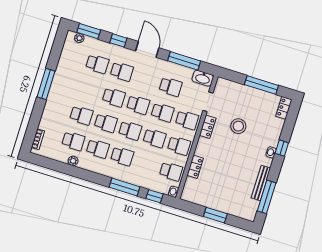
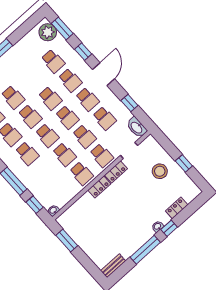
plant: (79, 38) -> (48, 32), width x1.87, depth x1.87
window: (184, 61) -> (129, 103), width x0.46
window: (261, 85) -> (184, 163), width x0.46
locker: (284, 108) -> (177, 208), moved
stool: (238, 126) -> (160, 171), moved
locker: (195, 167) -> (99, 187), moved
school desk: (171, 171) -> (87, 99), moved
bench: (261, 183) -> (113, 266), moved, width x0.73
window: (267, 197) -> (145, 250), moved
window: (215, 215) -> (67, 240), moved

